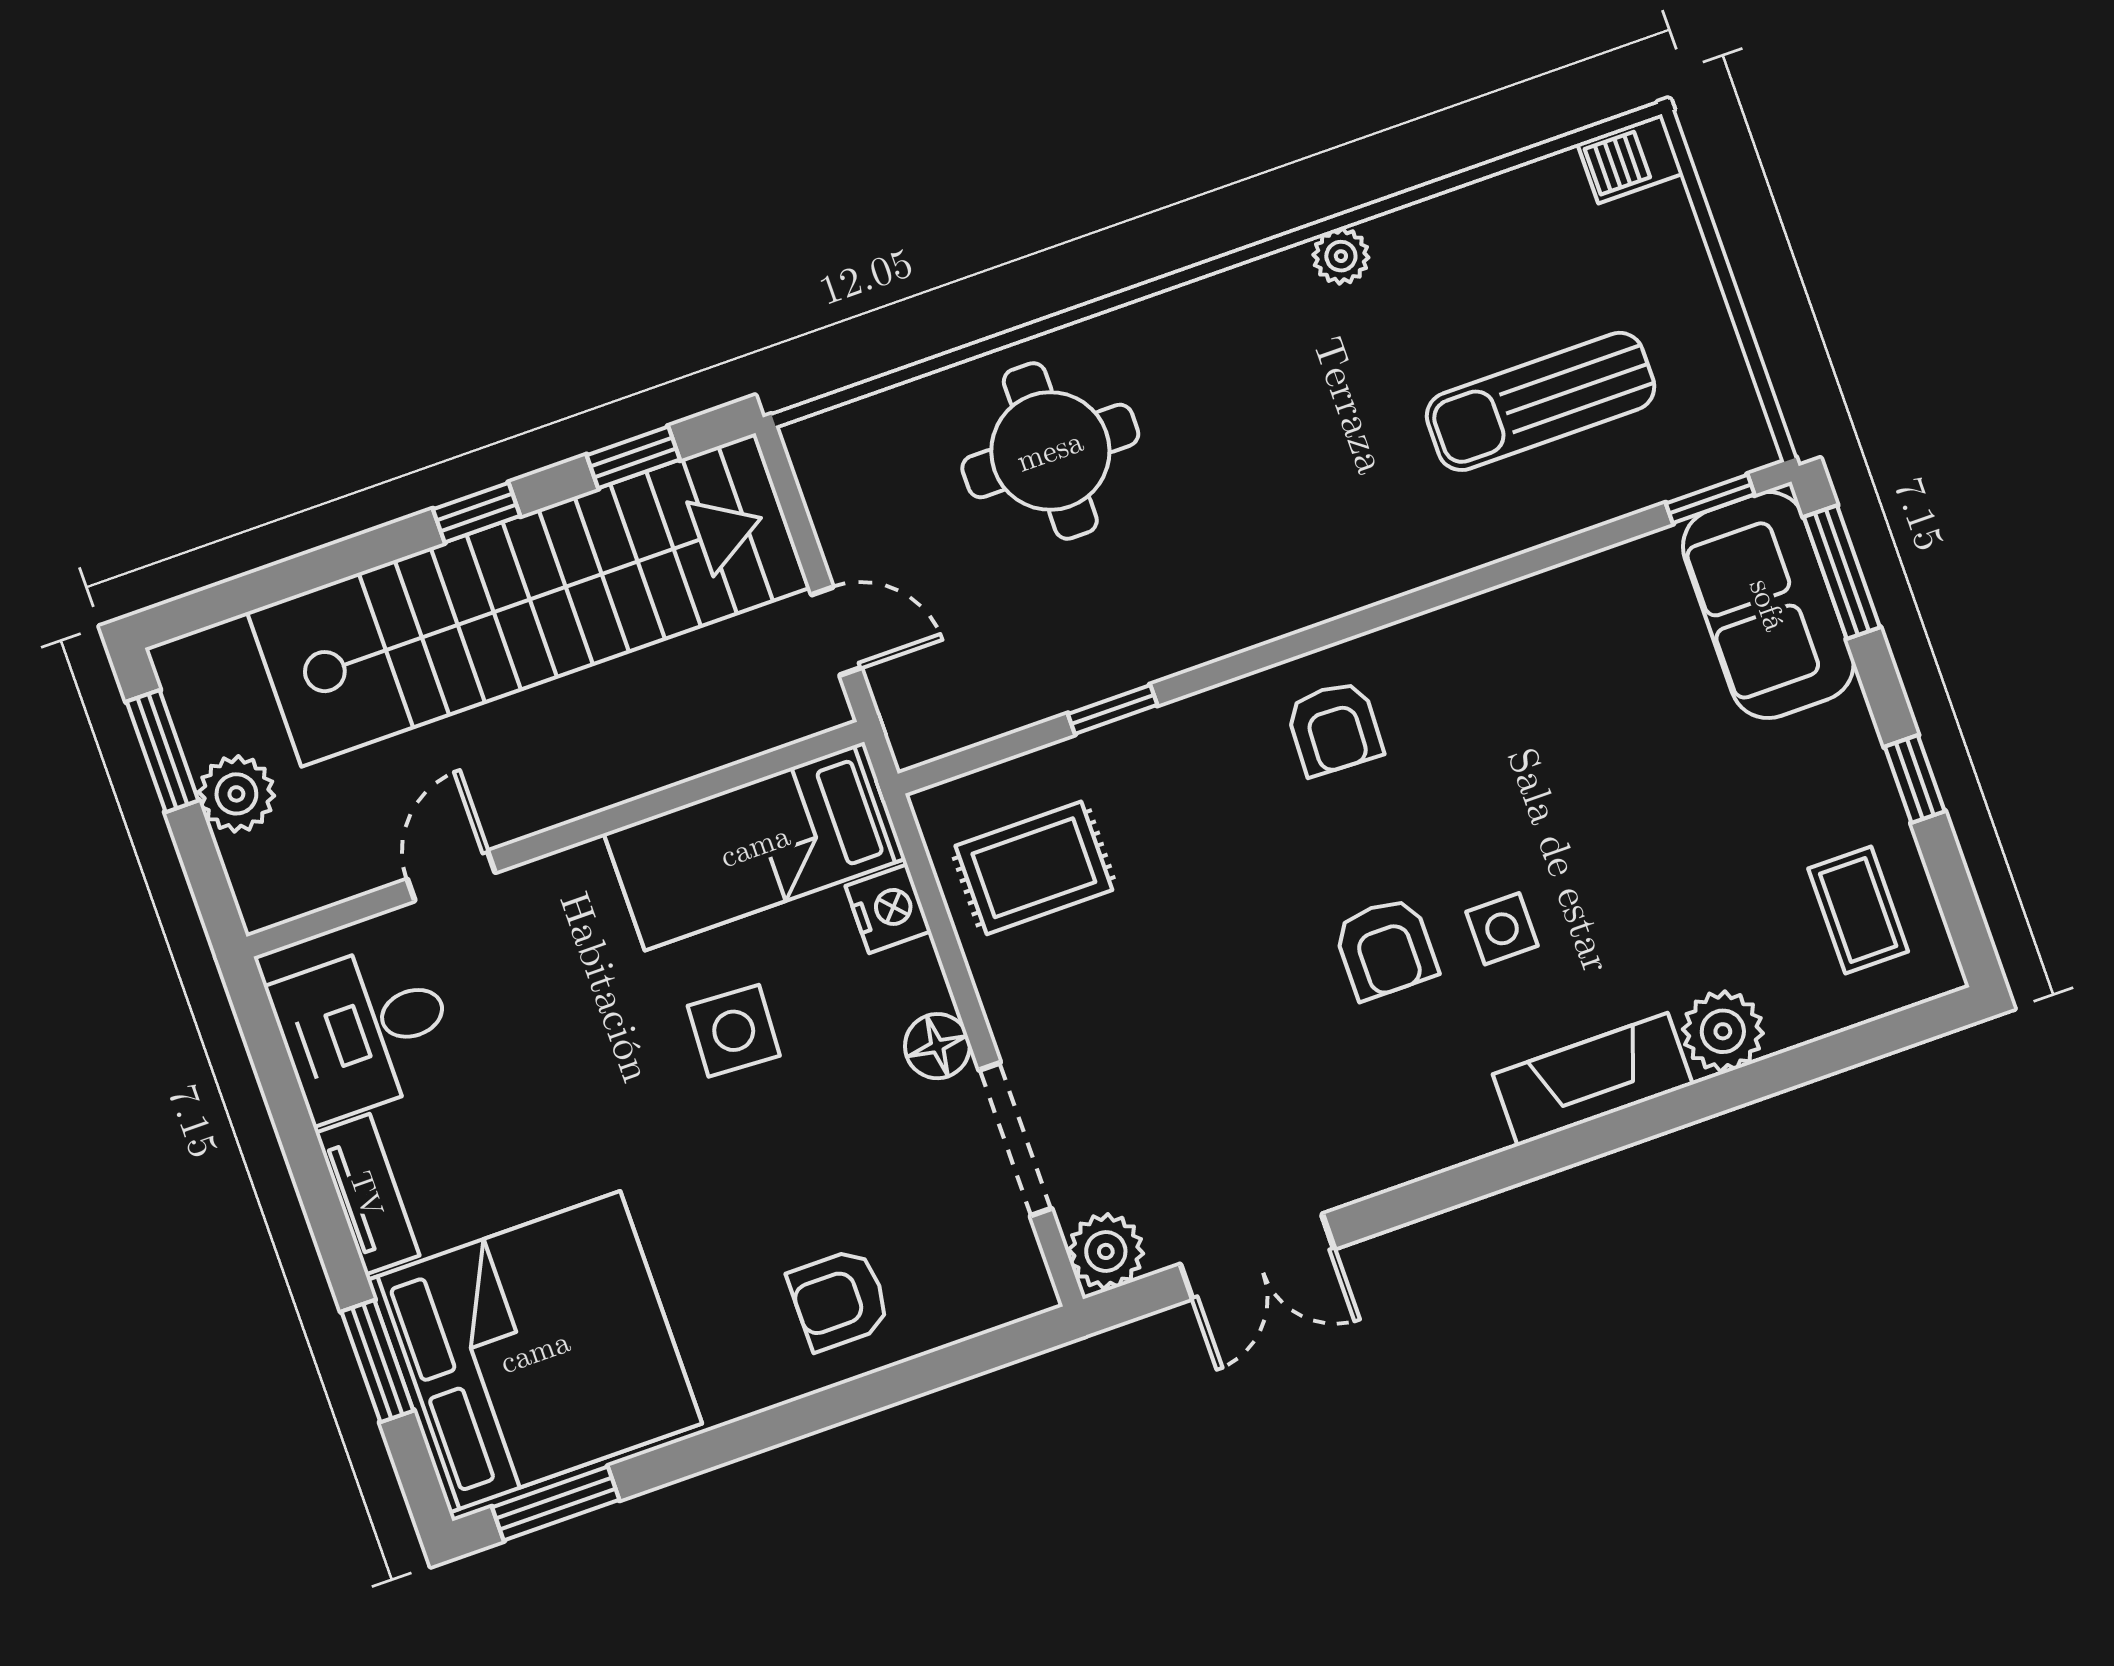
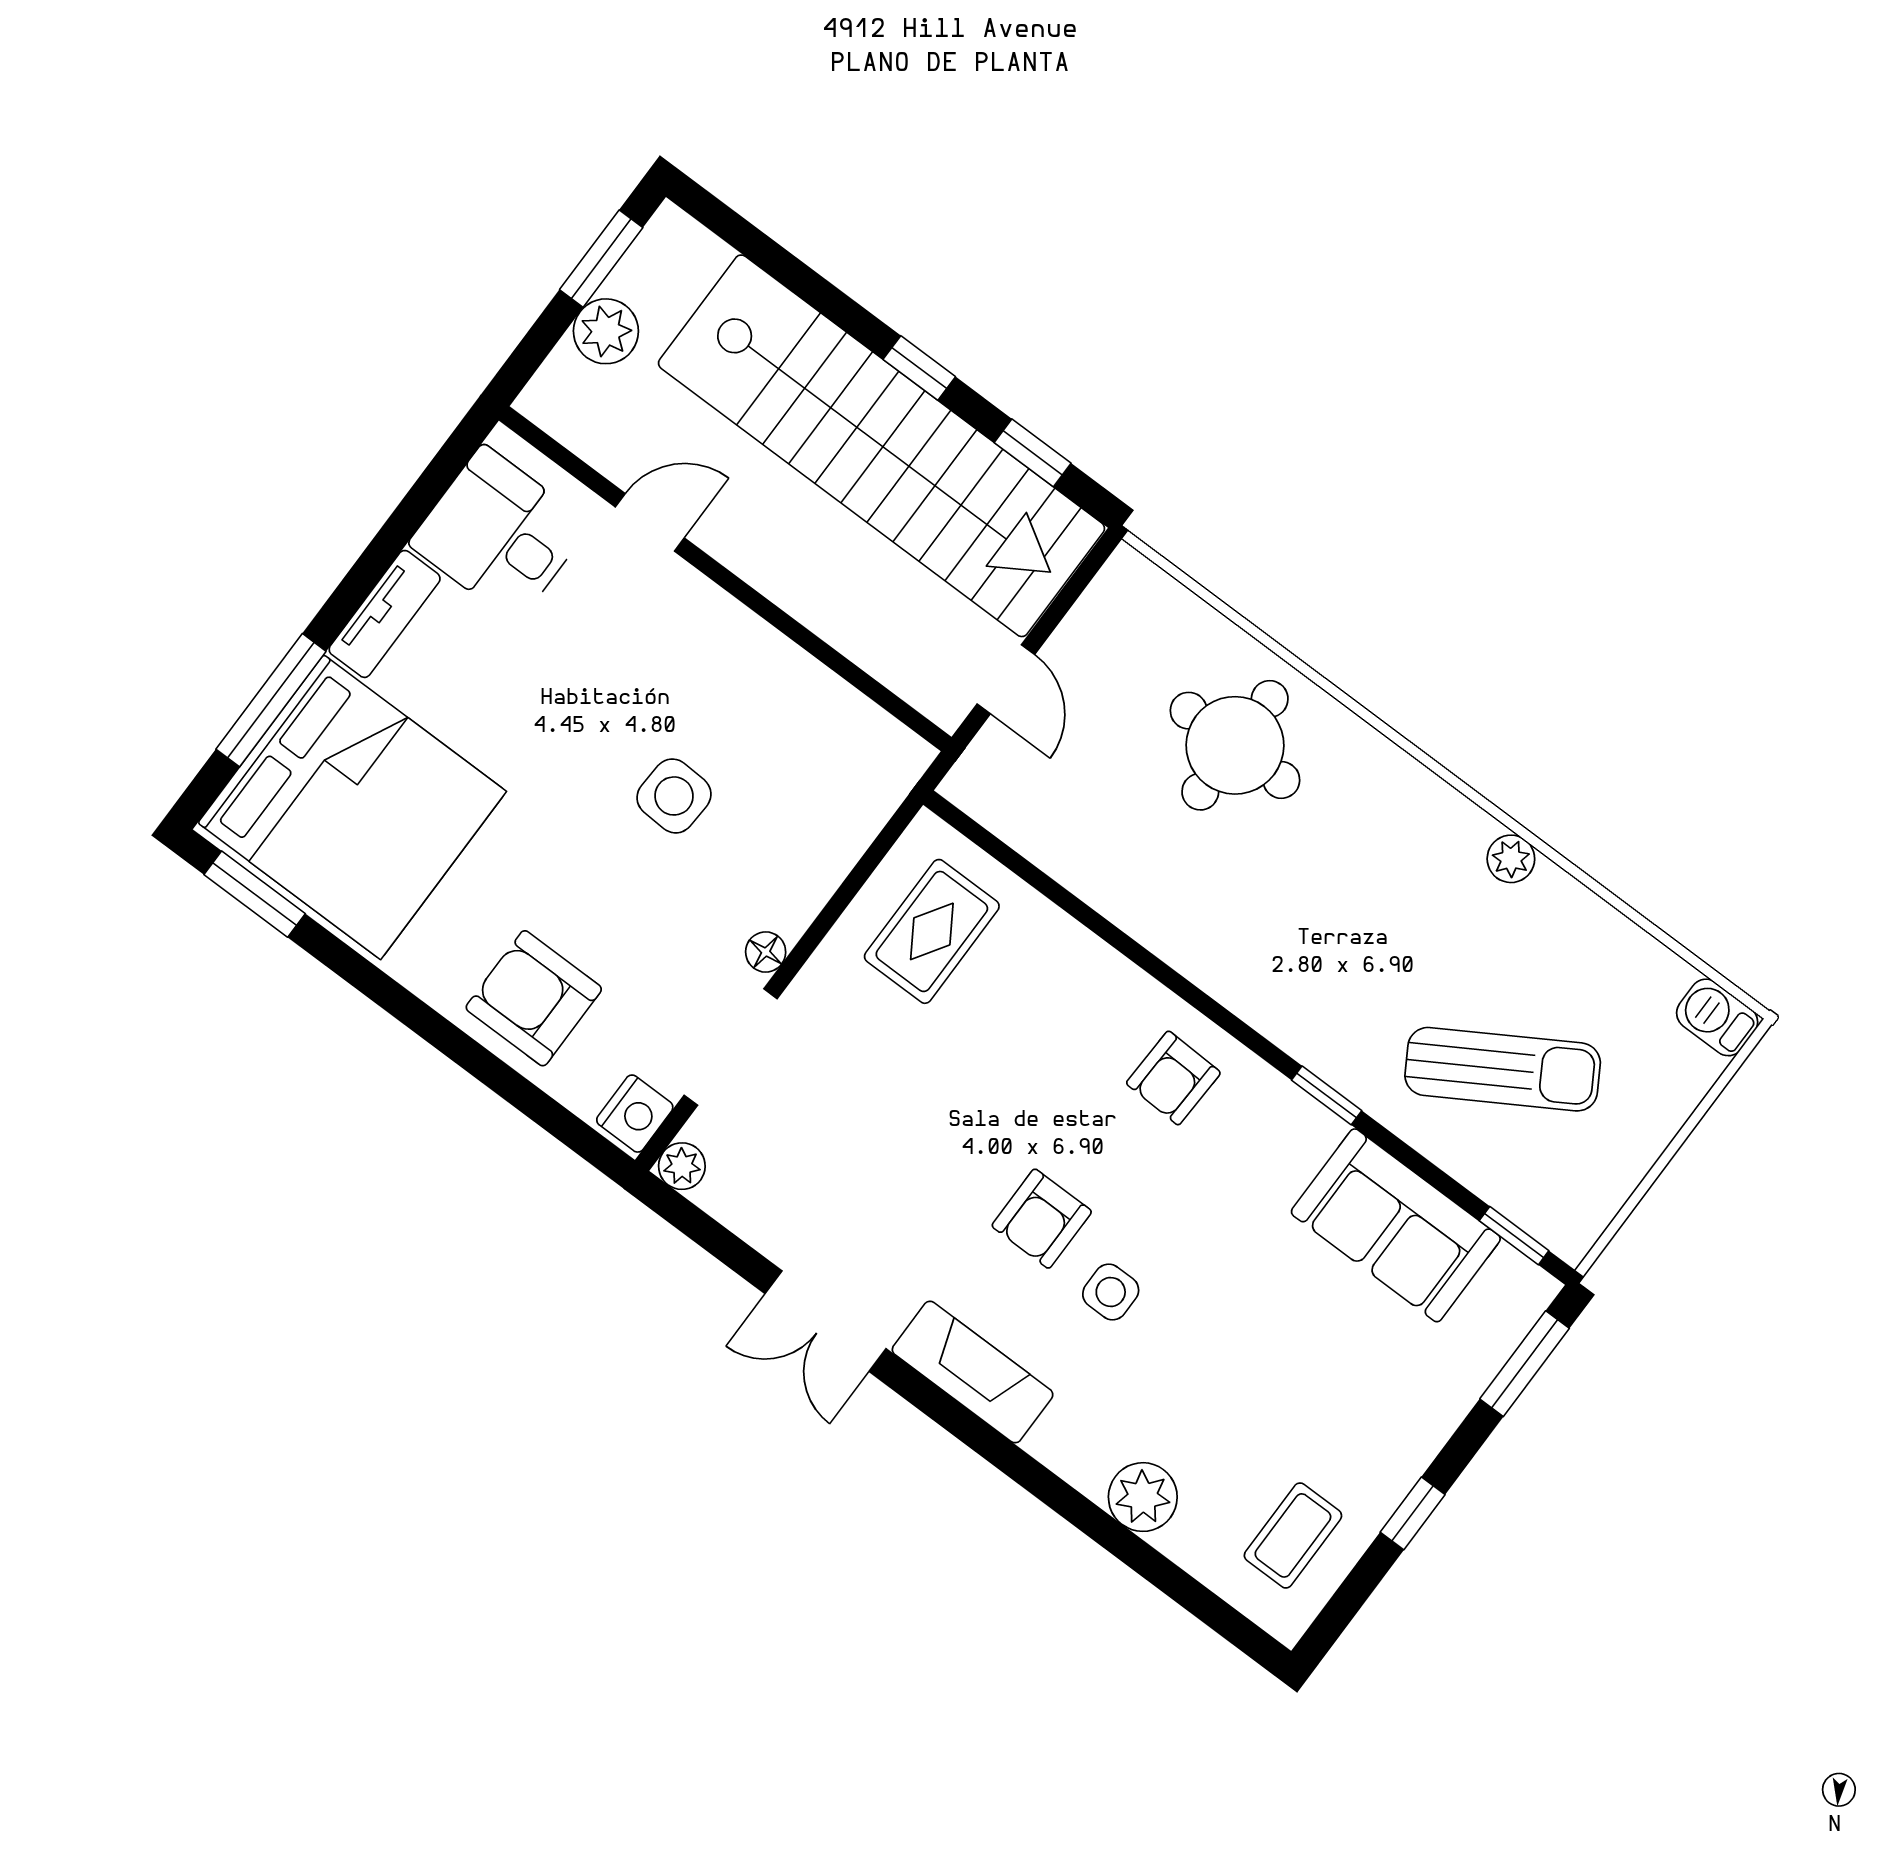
sun lounger: (1541, 401) -> (1503, 1069), turned 149
sofa: (1768, 605) -> (1396, 1225), moved, turned -90
window: (1113, 709) -> (1327, 1095), moved
bed: (755, 846) -> (815, 723), removed
rug: (1034, 868) -> (932, 931), turned 90
nightstand: (888, 909) -> (635, 1114), moved
floor lamp: (937, 1046) -> (766, 952), width x0.73, depth x0.73
fireplace: (1593, 1079) -> (973, 1372), moved
plant: (1106, 1251) -> (682, 1166), width x0.73, depth x0.73
double door: (1257, 1256) -> (826, 1321), moved
armchair: (839, 1299) -> (534, 998), width x1.38, depth x1.38
window: (377, 1361) -> (271, 700), width x1.44

